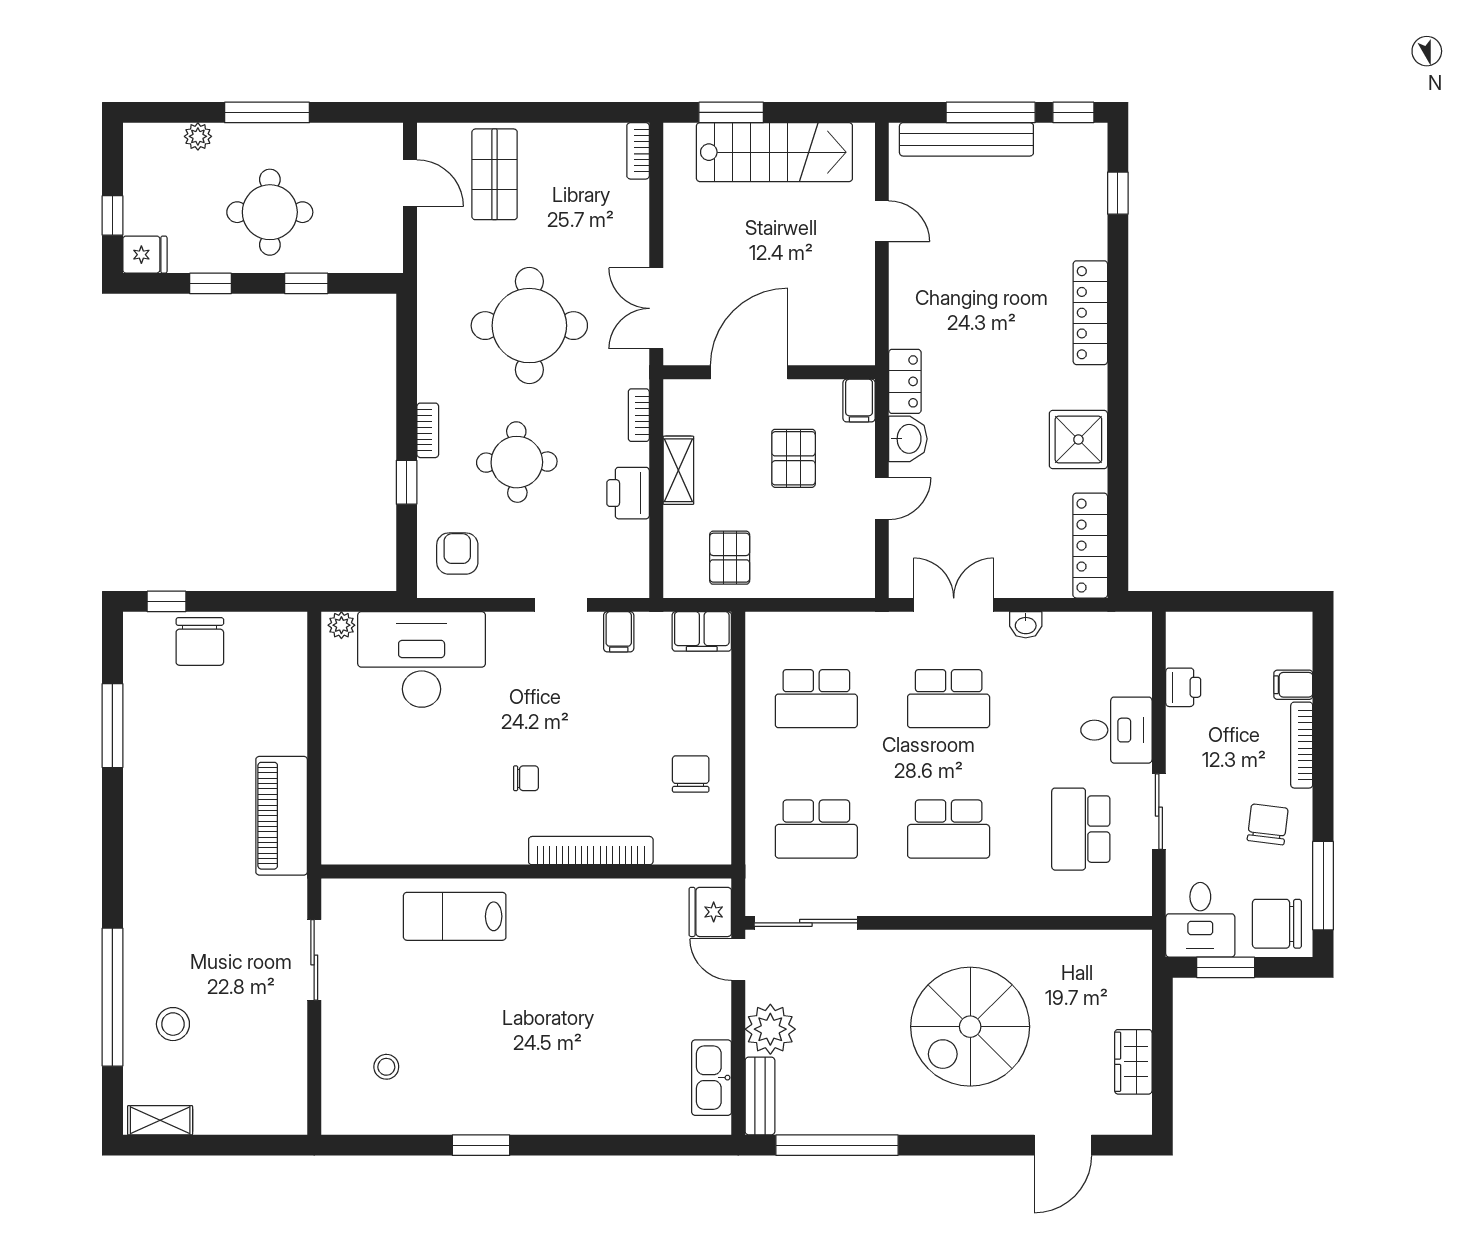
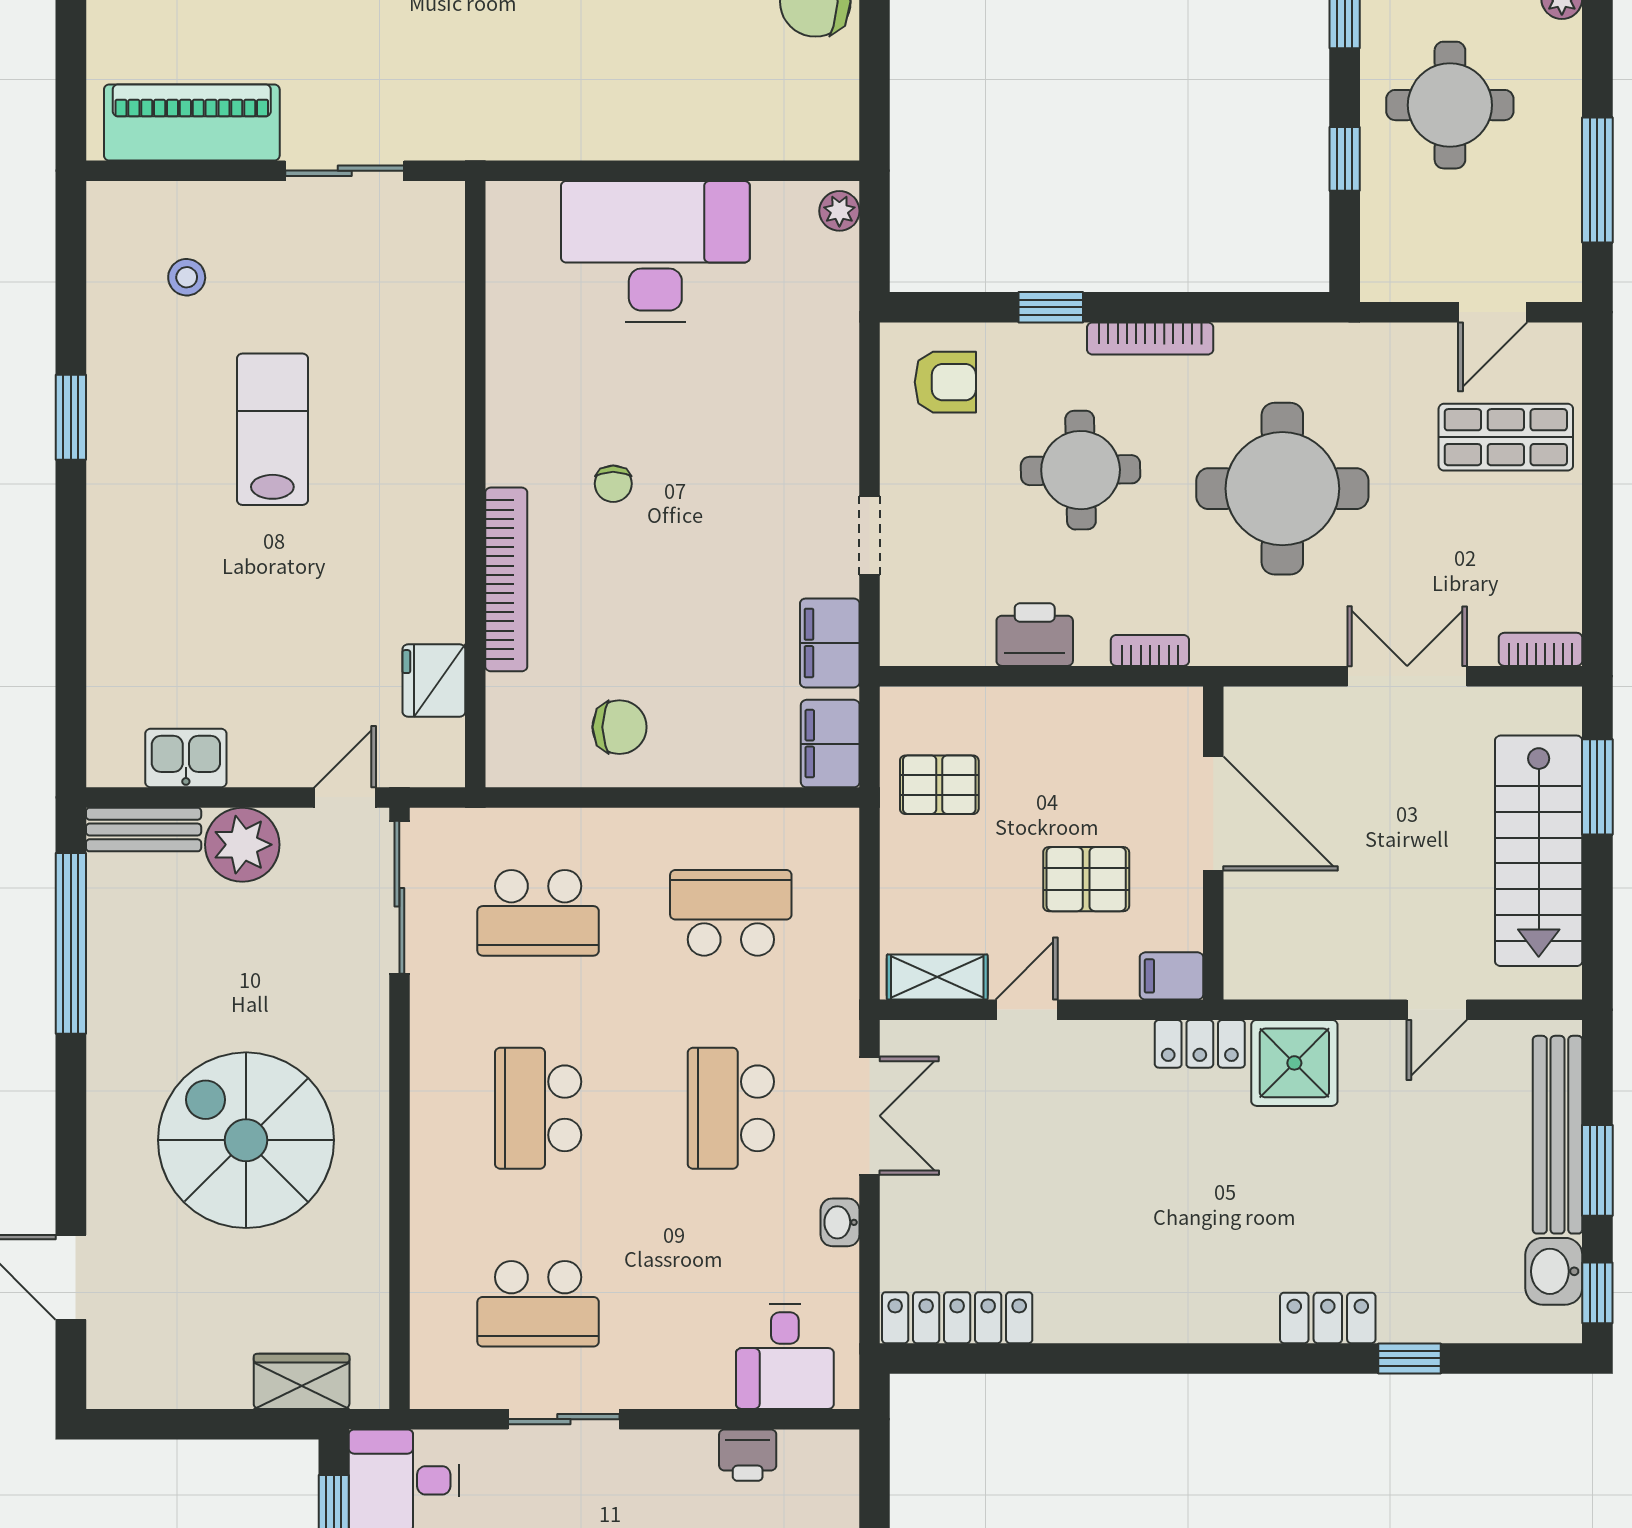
window: (267, 112) -> (1597, 180), moved
window: (991, 112) -> (1597, 1170), width x0.69
window: (1118, 193) -> (1409, 1358), moved
double door: (656, 308) -> (1407, 676), moved
locker: (1090, 313) -> (1328, 1318), width x0.66
bookcase: (428, 430) -> (1150, 338), width x1.56
washbasin: (908, 439) -> (1554, 1271), moved, turned 90
shower: (1078, 440) -> (1294, 1063), moved
shelving: (678, 470) -> (937, 977), moved
door: (882, 499) -> (1027, 1010), swing flipped
filing cabinet: (619, 632) -> (830, 643), width x2.00
desk: (422, 659) -> (655, 251), moved, turned -90
school desk: (816, 699) -> (731, 913), turned 90
desk: (1116, 730) -> (785, 1356), moved
piano: (282, 816) -> (192, 122), moved
school desk: (816, 829) -> (538, 913), turned -90
school desk: (1081, 829) -> (538, 1304), turned 180
fridge: (710, 912) -> (434, 680), moved, turned -90
lab bench: (455, 916) -> (272, 429), moved
wardrobe: (1133, 1062) -> (302, 1381), moved
kitchen sink: (712, 1078) -> (186, 758), width x0.73

